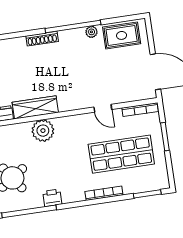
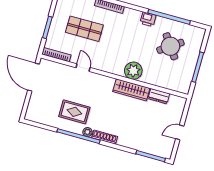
plant: (91, 32) -> (87, 132), moved
rug: (122, 35) -> (74, 112), moved
shop shelf: (121, 154) -> (84, 29), width x0.70, depth x0.74

